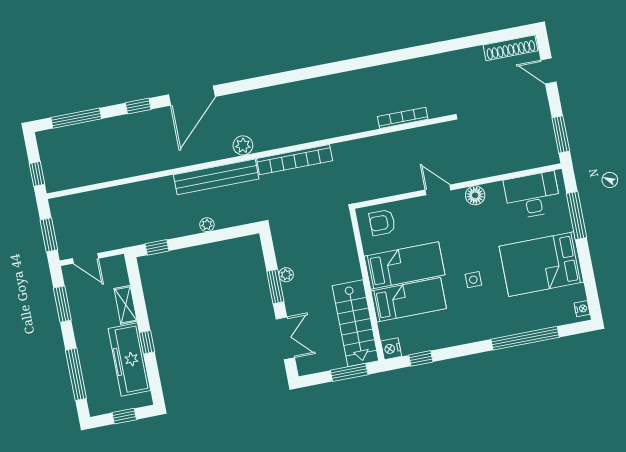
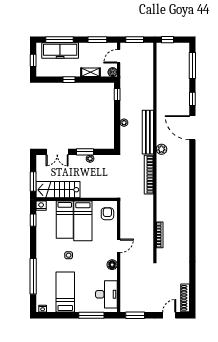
boiler: (117, 264) -> (113, 72), added
bed: (541, 264) -> (65, 292), width x0.67
freezer: (129, 360) -> (60, 50), moved, turned 180

